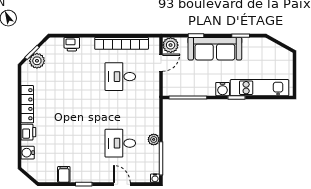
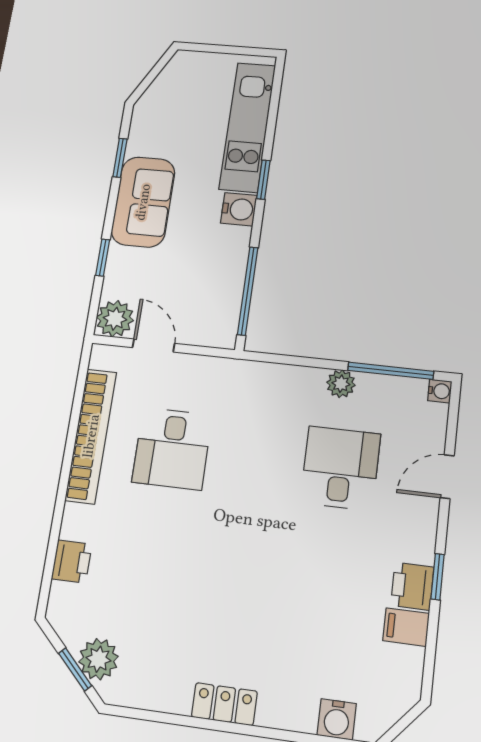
sofa: (215, 49) -> (143, 202), width x0.73
locker: (27, 104) -> (224, 704), width x0.66
printer: (28, 132) -> (412, 586), moved, turned -90
desk: (120, 143) -> (340, 468), turned 180

